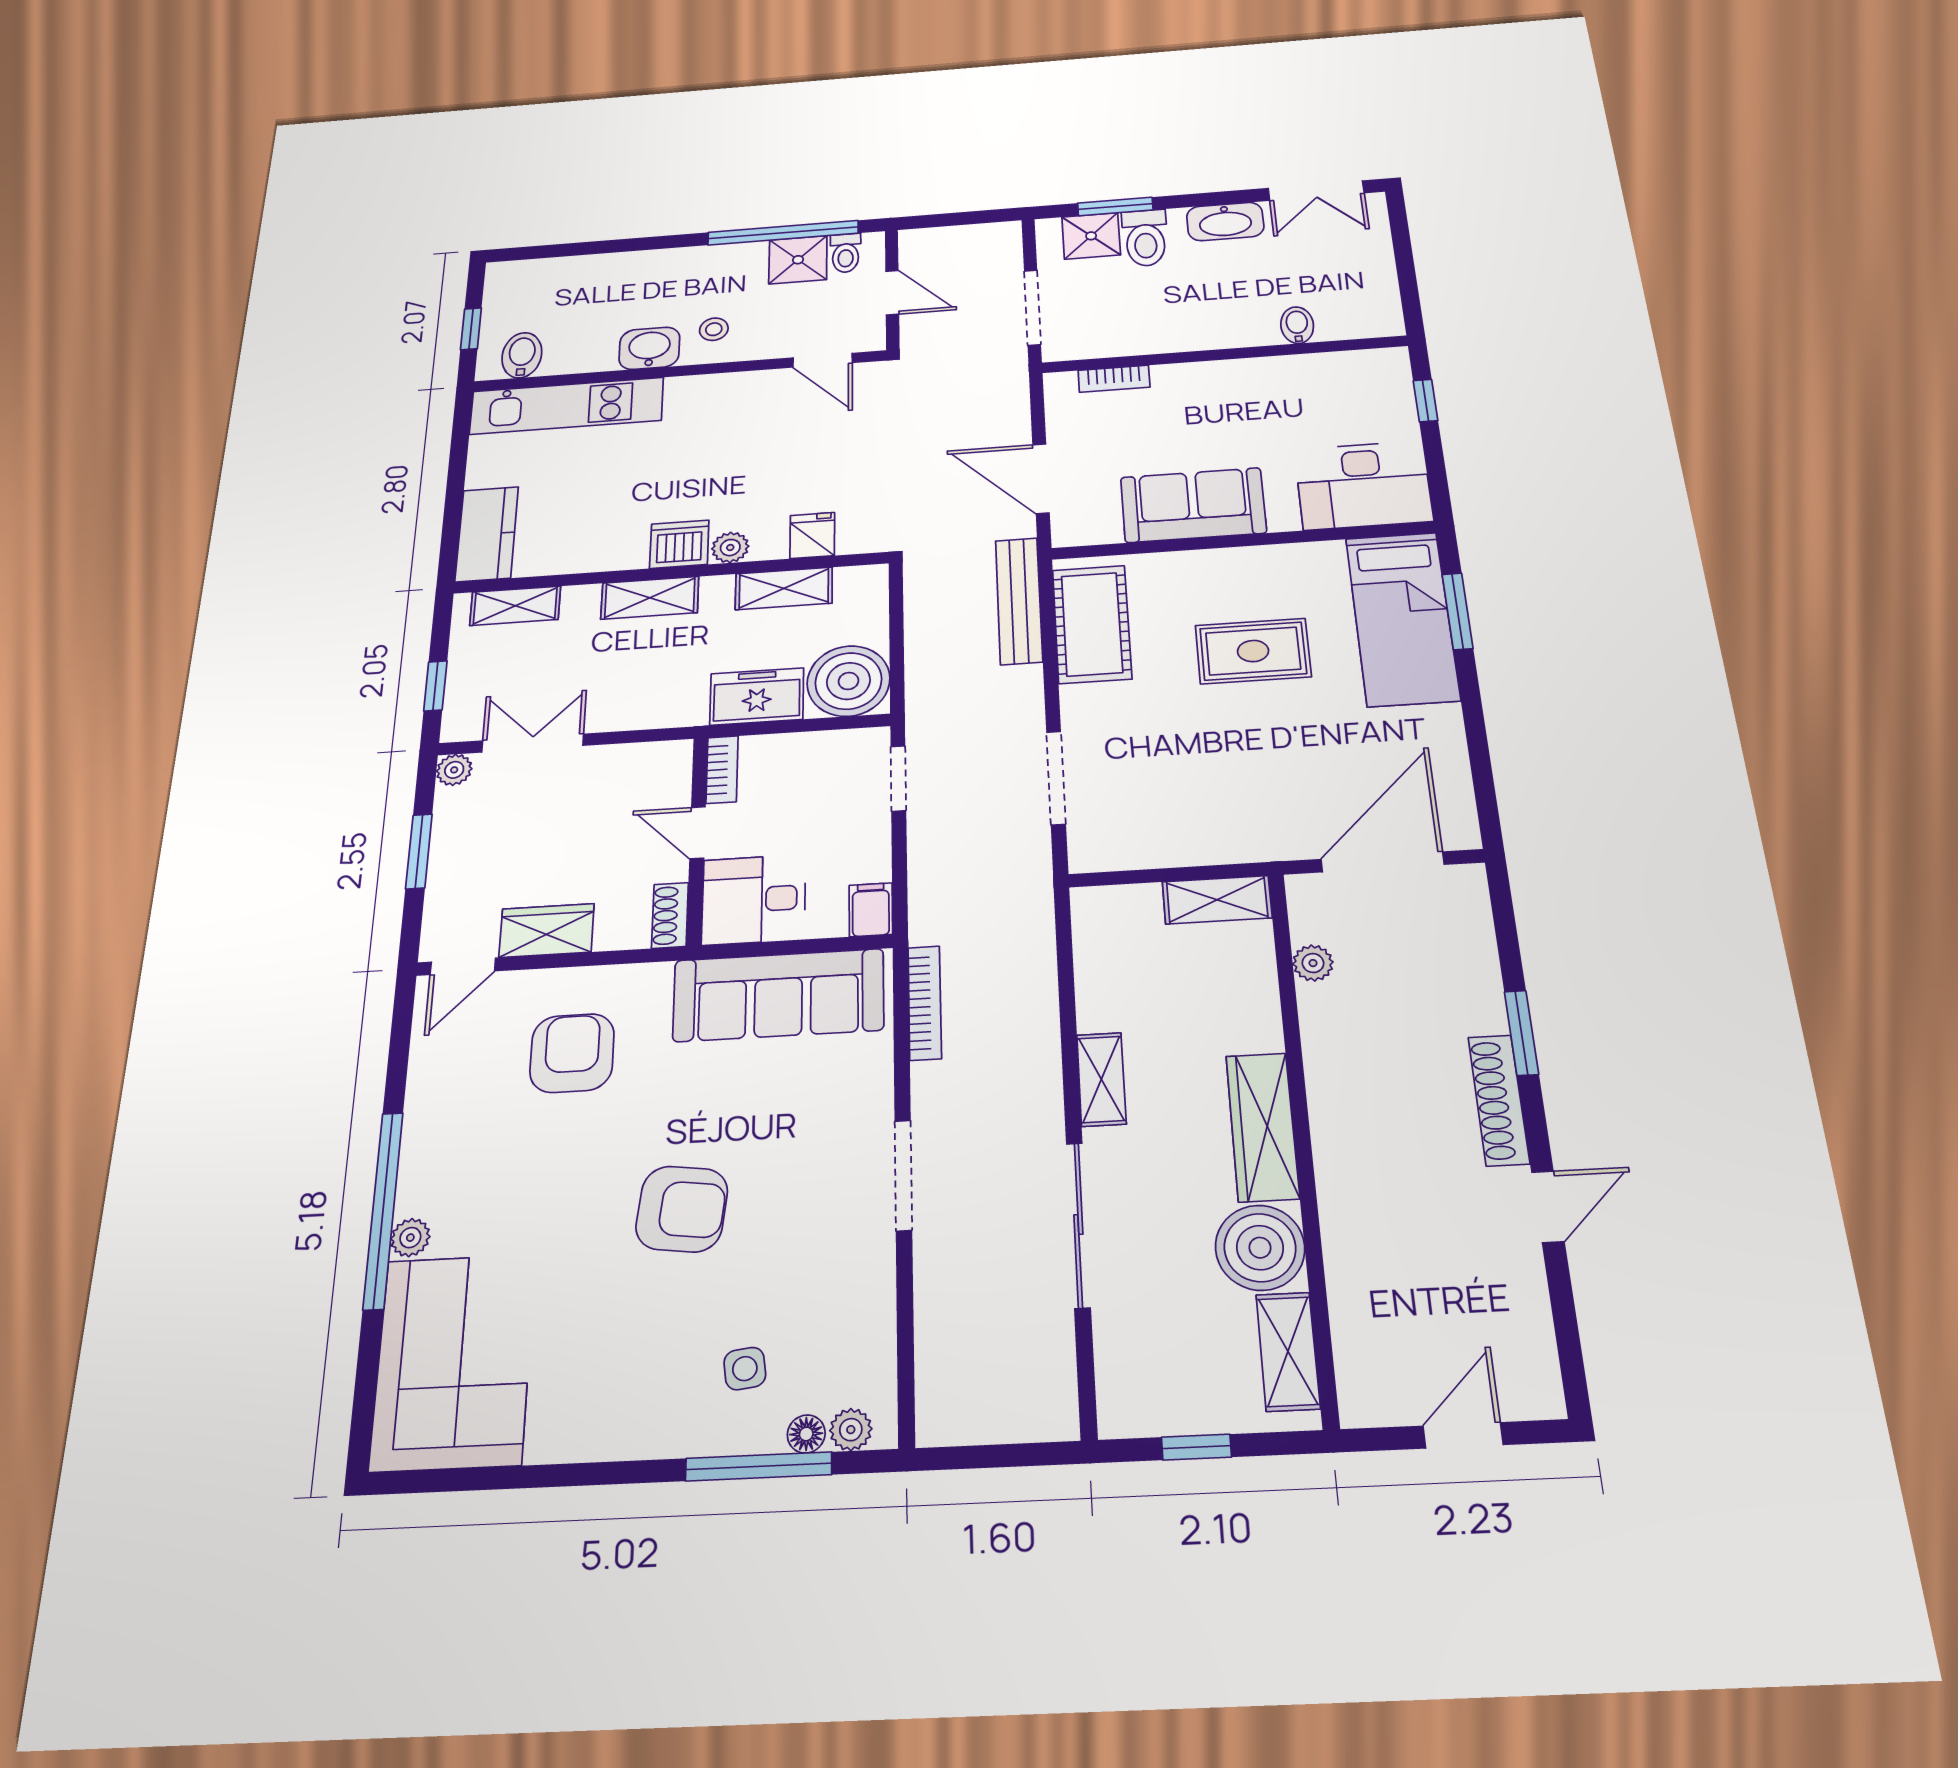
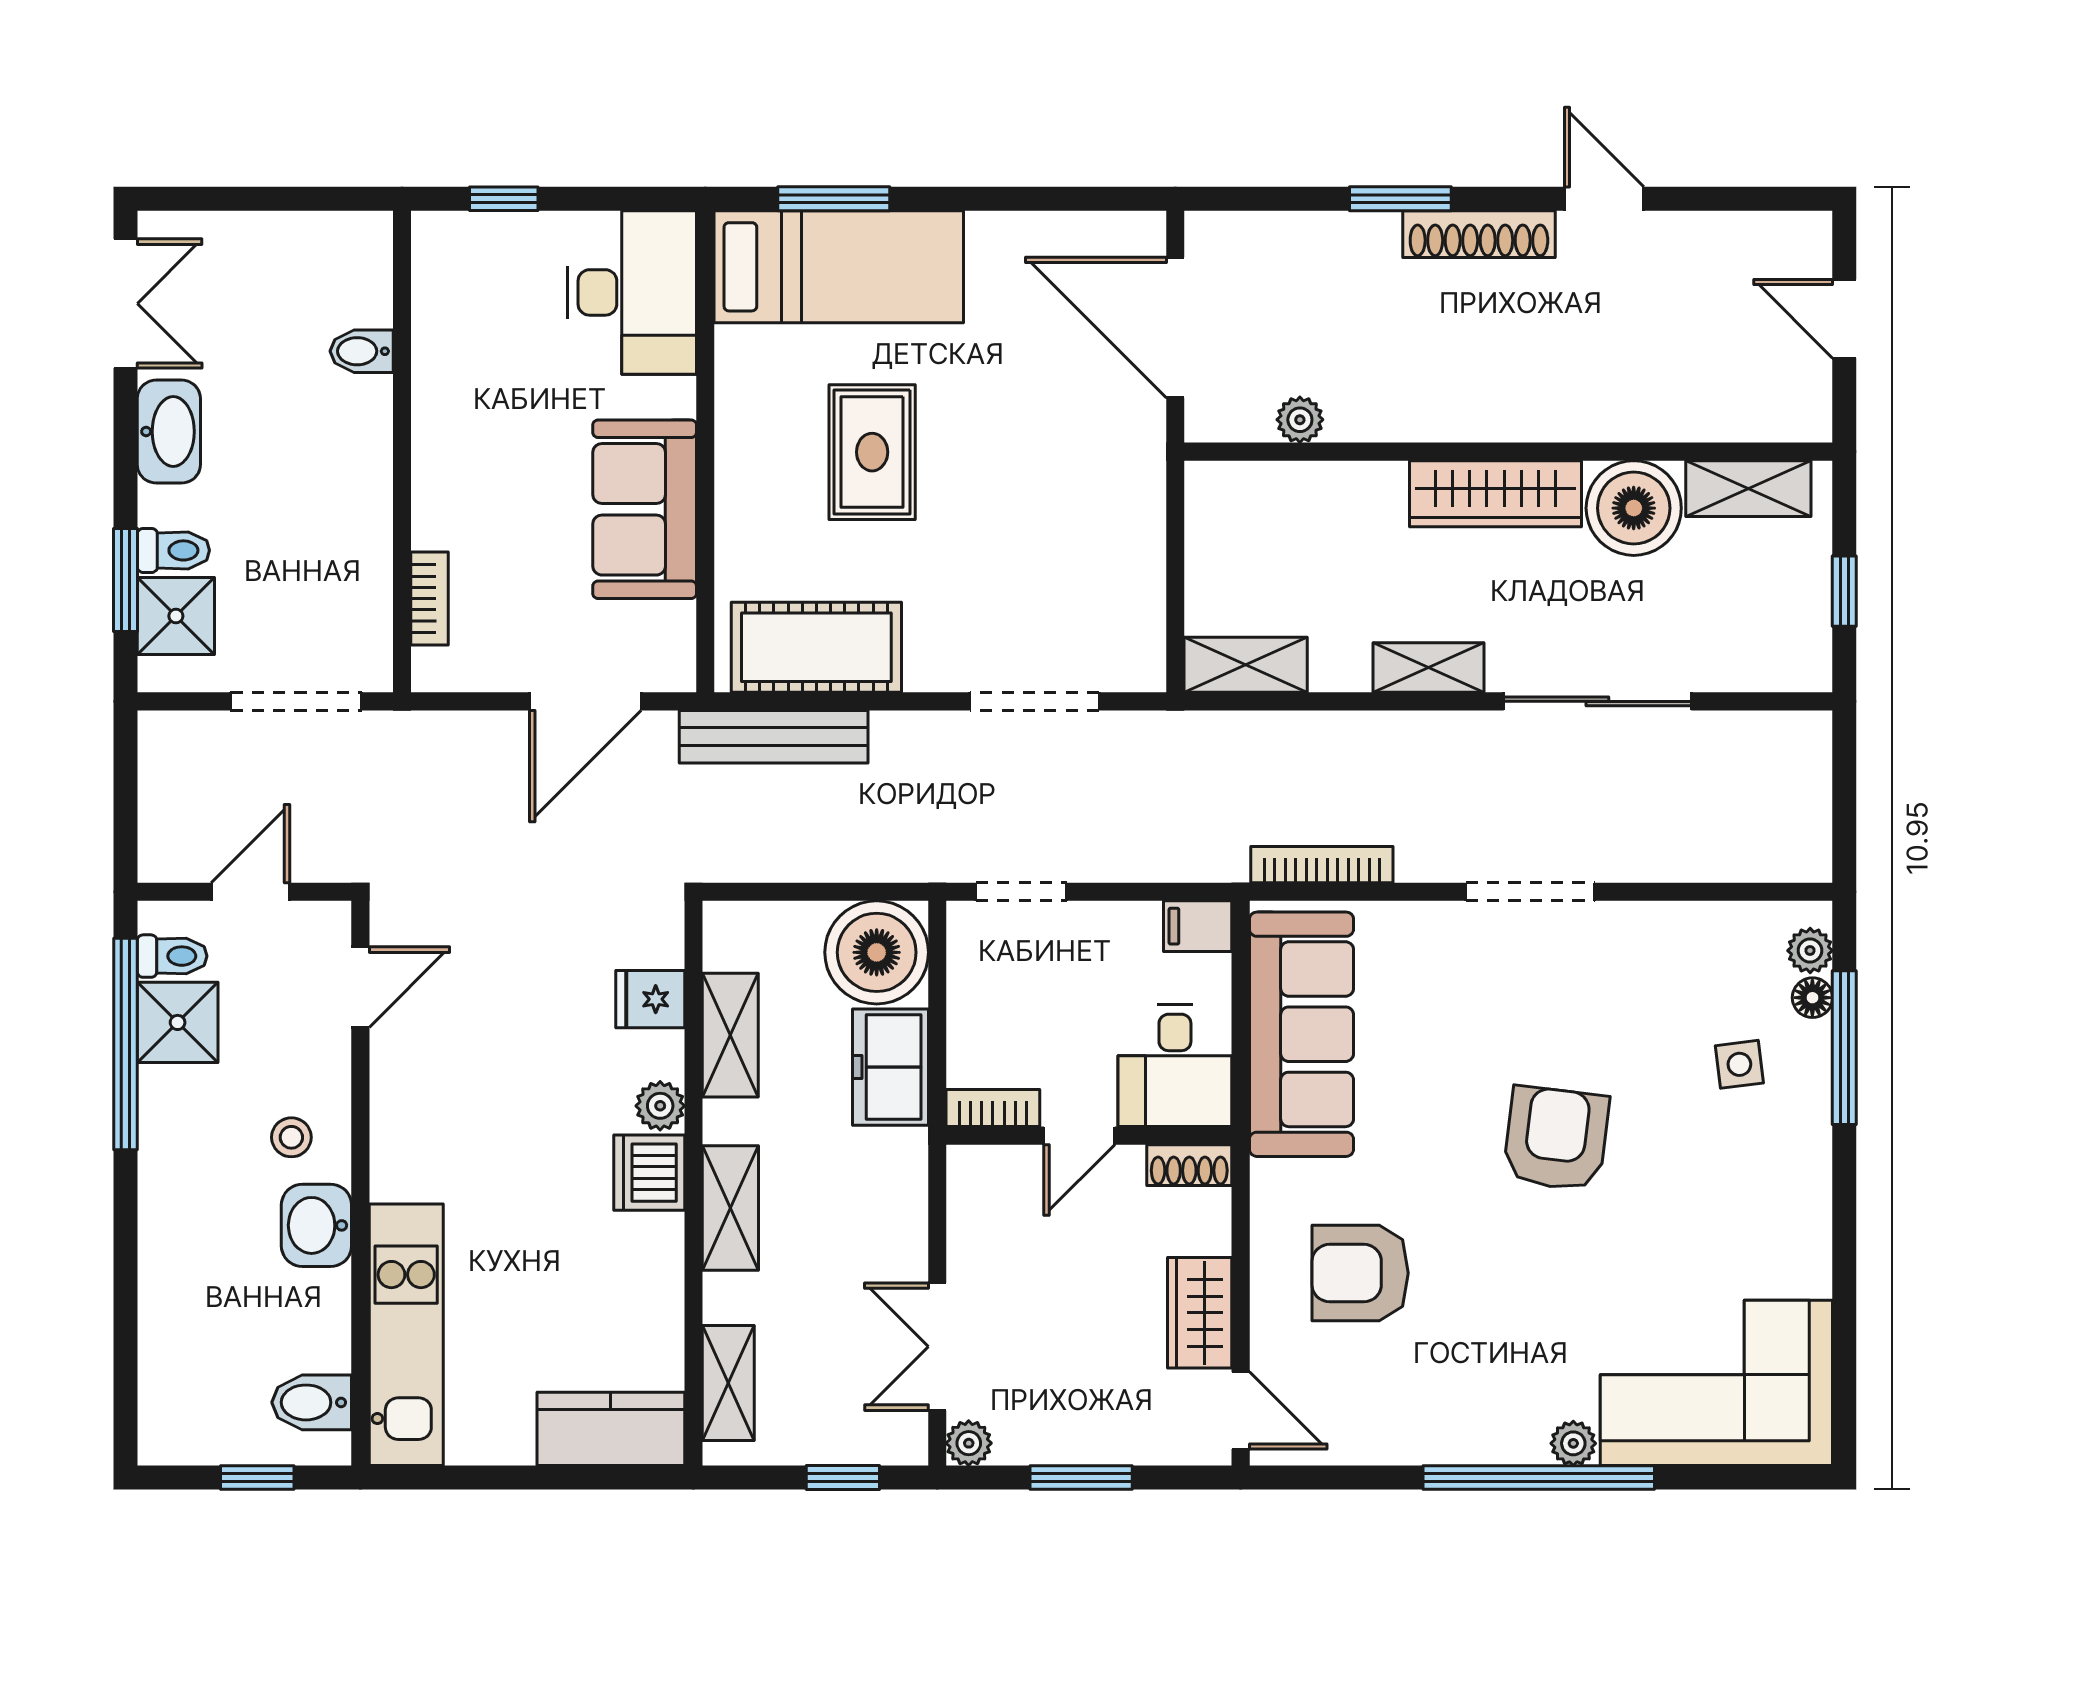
toilet: (1145, 238) -> (173, 550), width x0.73, depth x0.72
shelving: (1217, 900) -> (1246, 665), moved, turned 90

